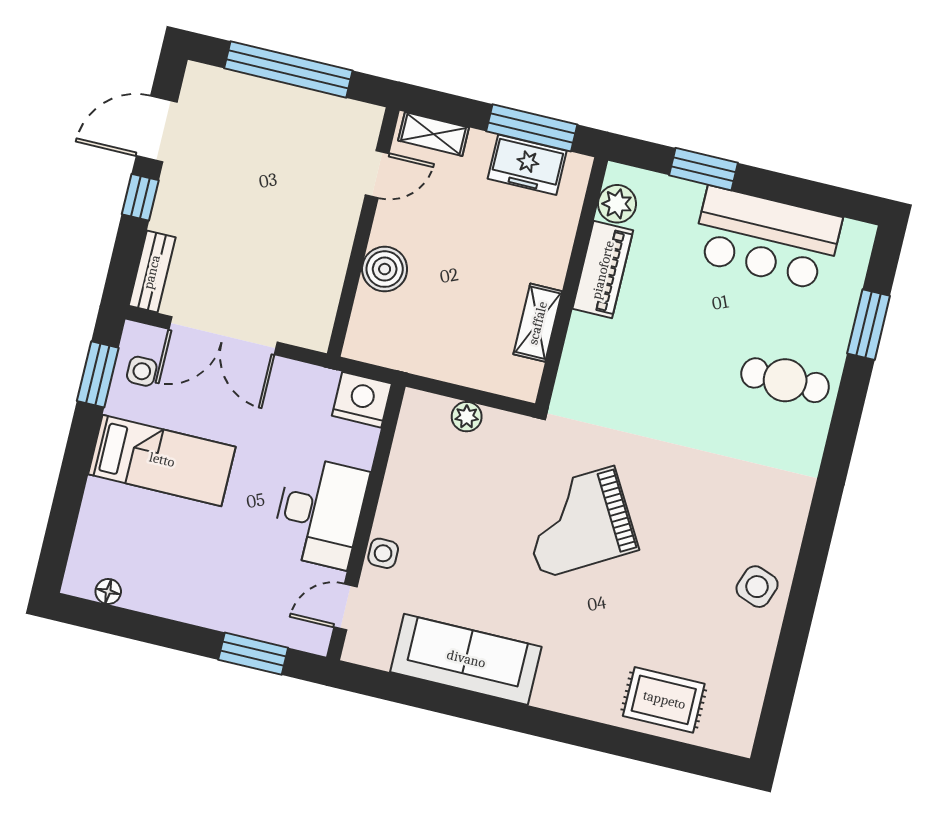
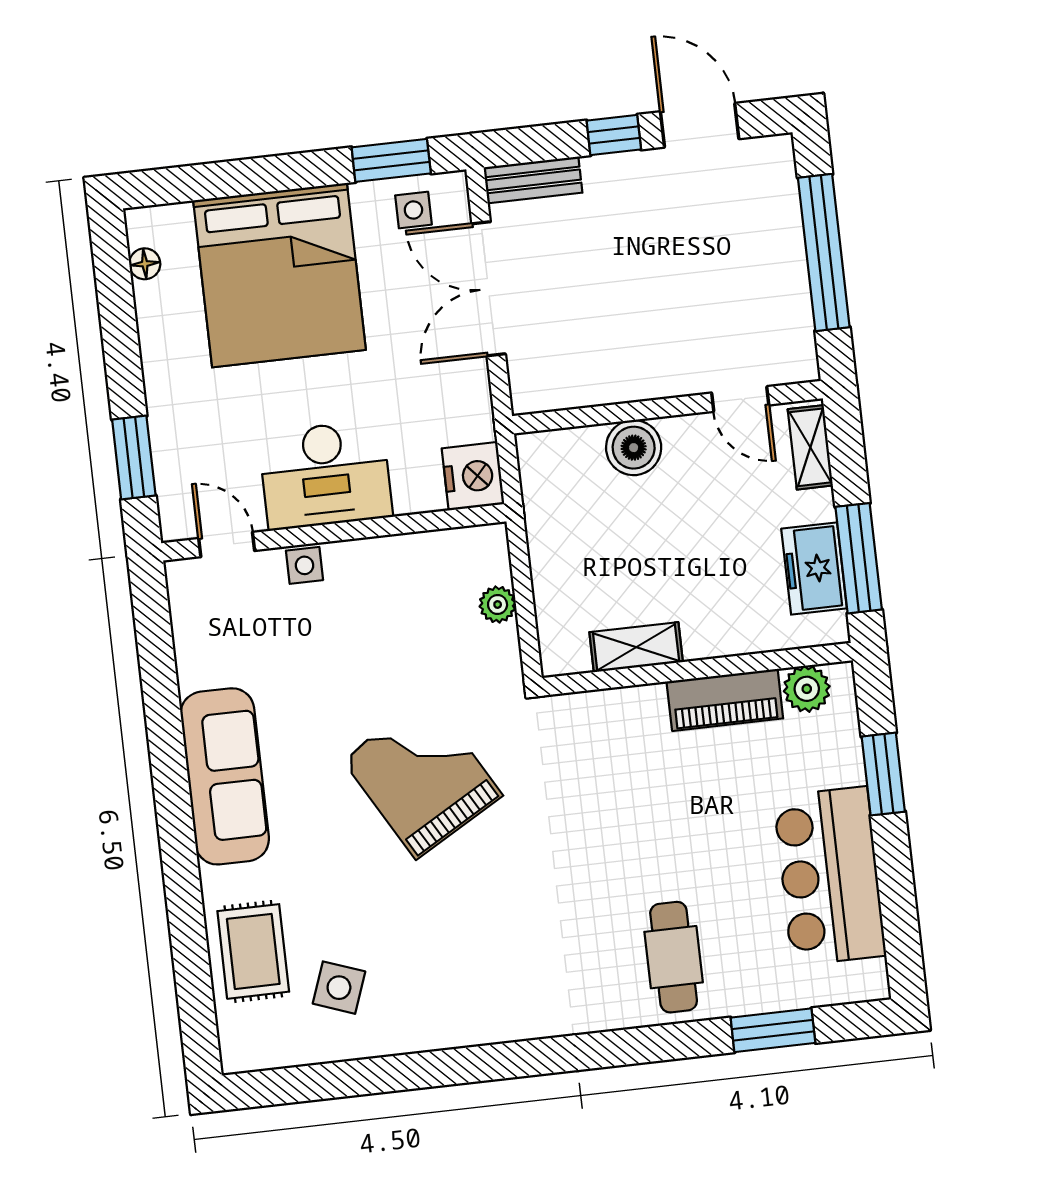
bed: (162, 460) -> (279, 275), width x2.04
side table: (757, 587) -> (339, 988), moved
sofa: (466, 659) -> (225, 776), moved

